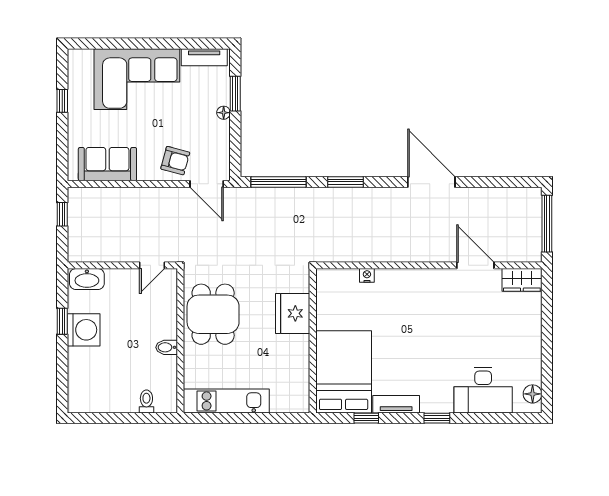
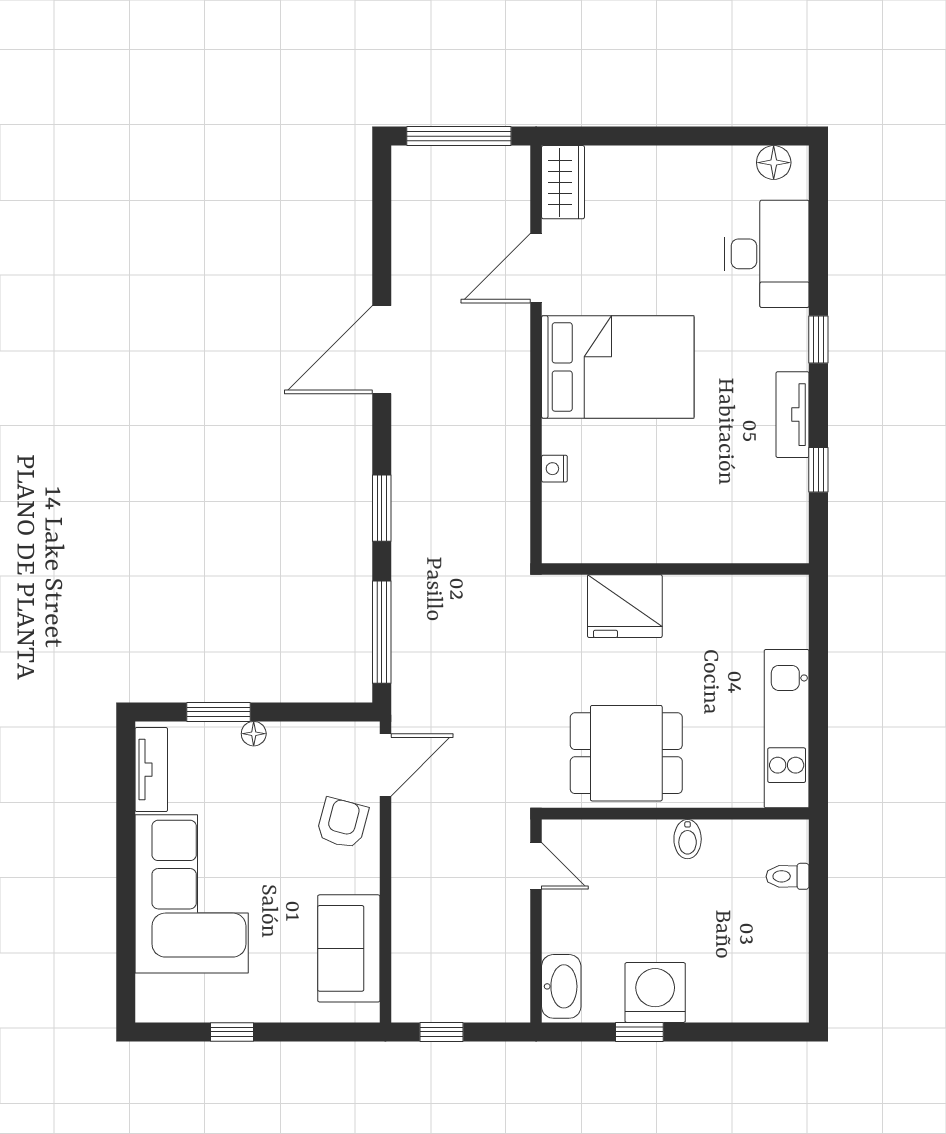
bed: (344, 372) -> (618, 367), moved, turned 180

